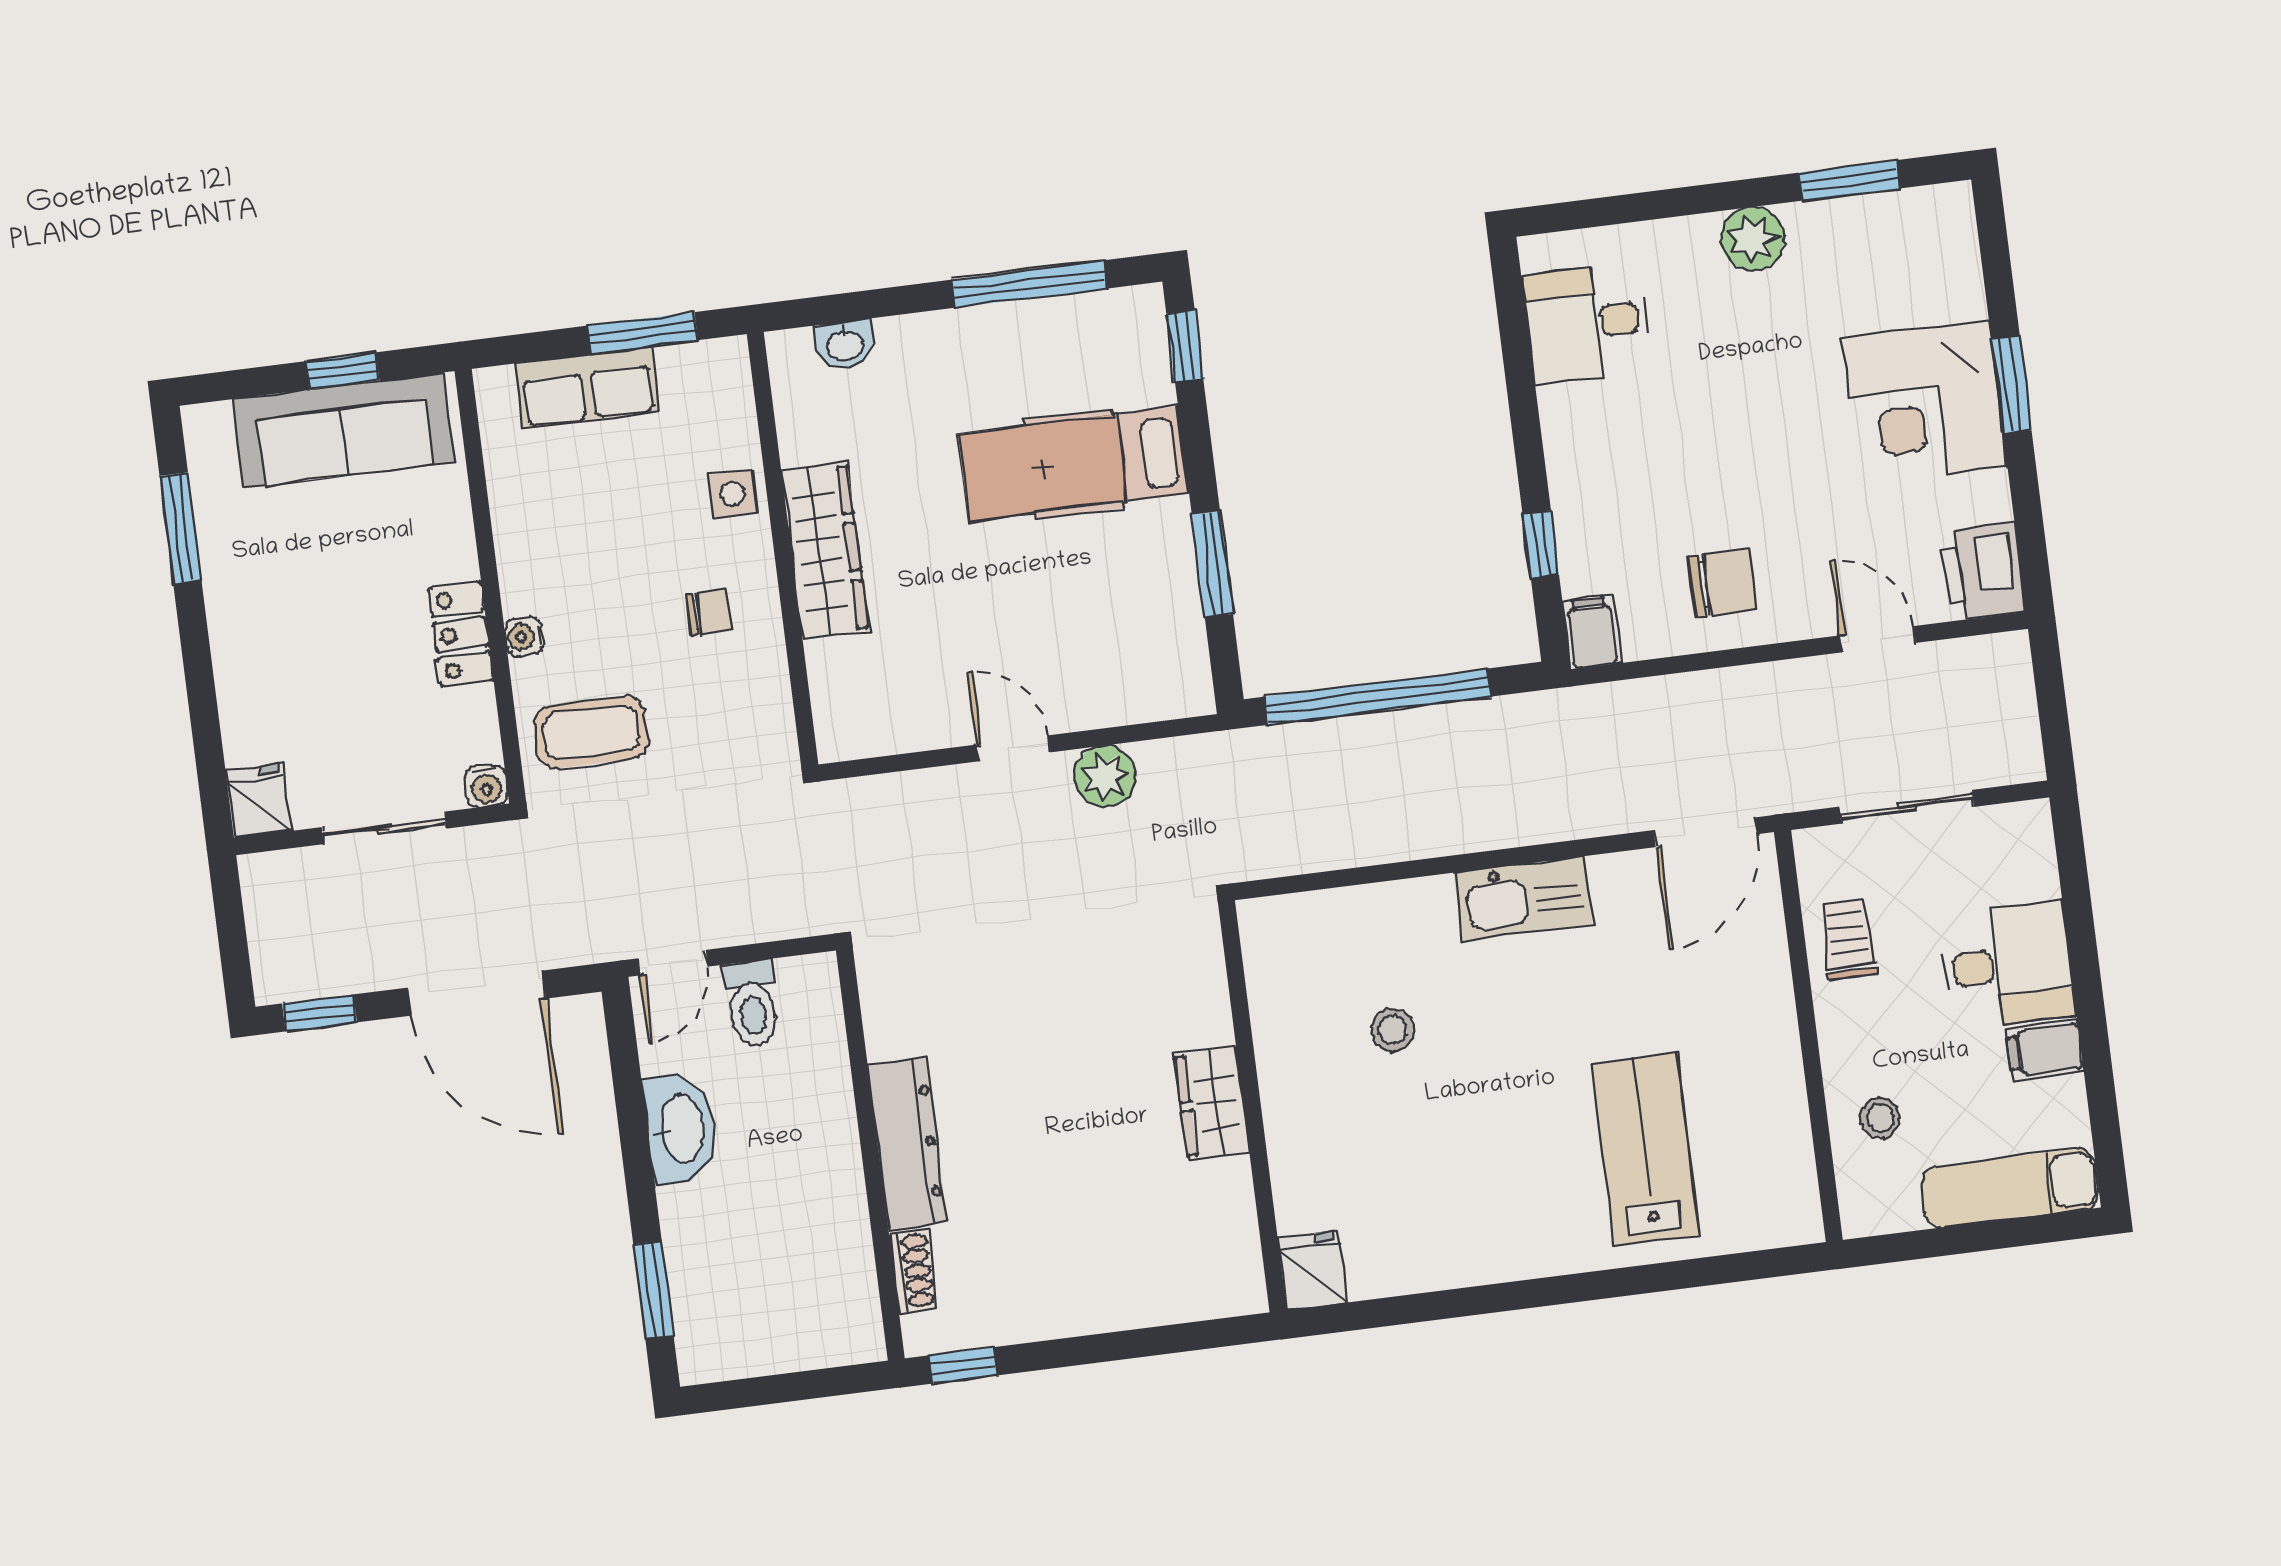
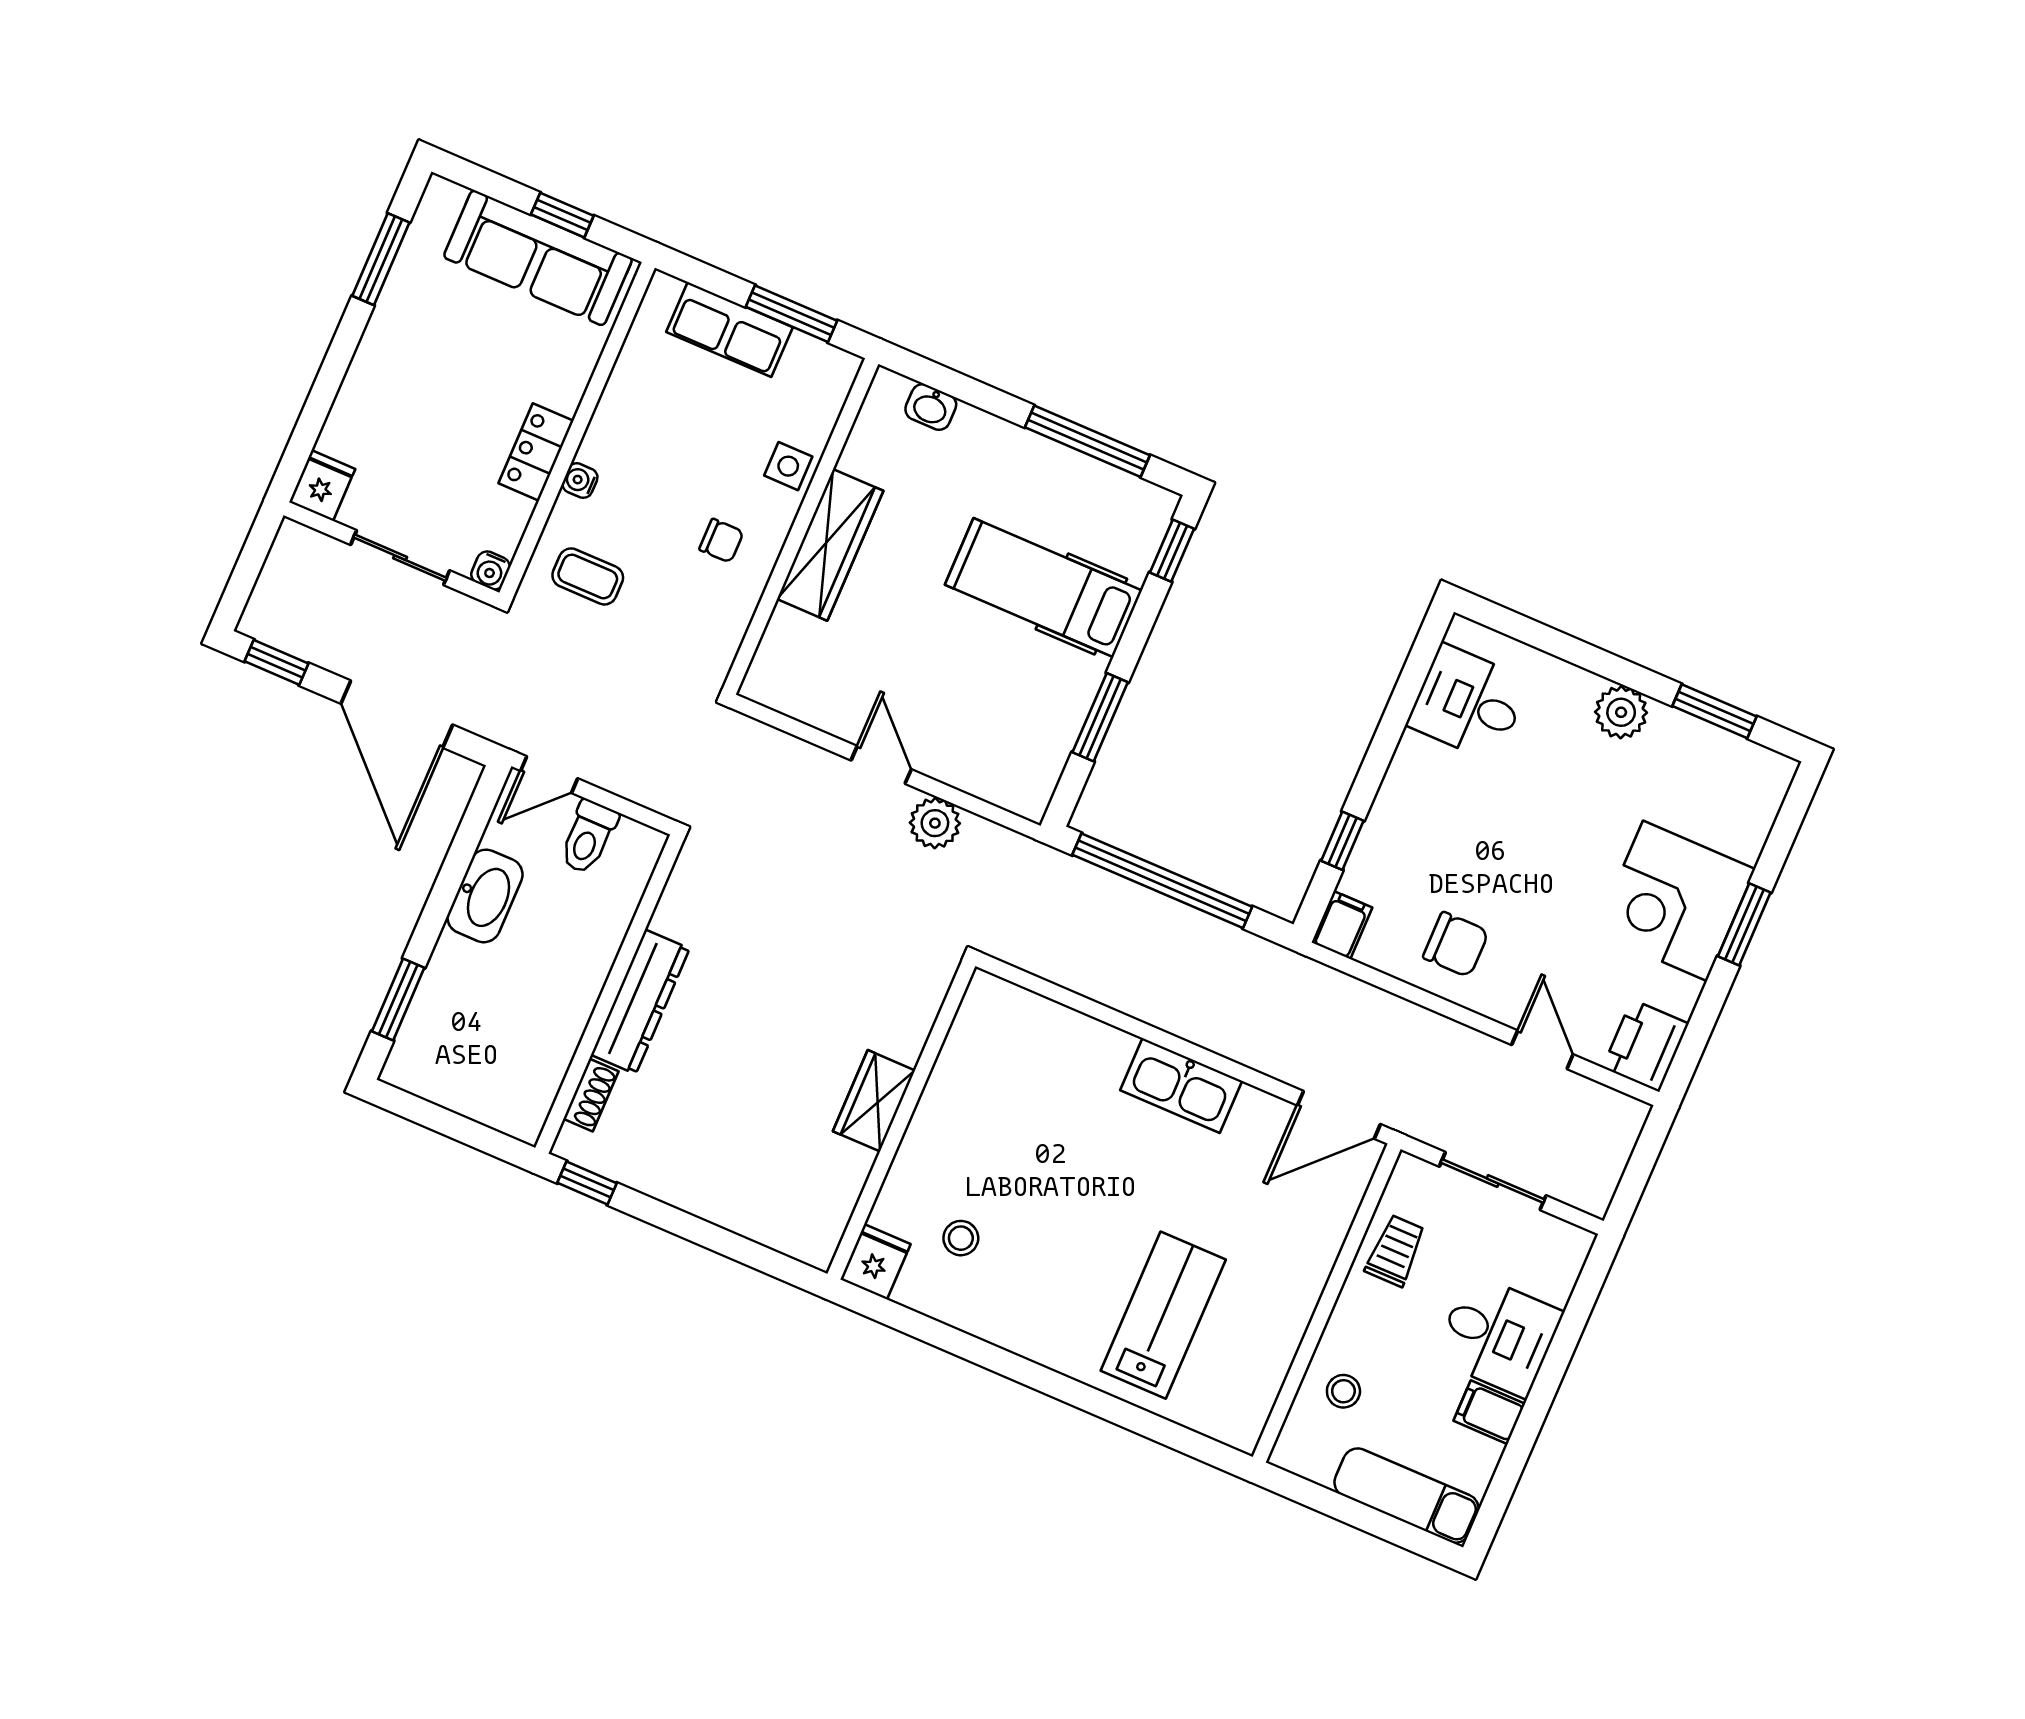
coffee table: (591, 732) -> (588, 576), width x0.73, depth x0.77
stool: (1392, 1030) -> (961, 1238), moved

